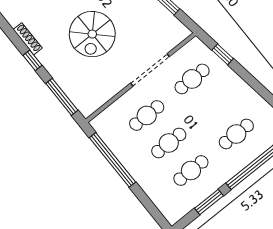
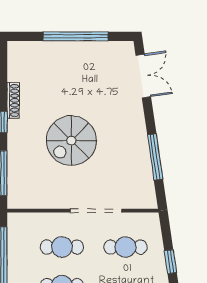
window: (223, 54) -> (170, 262), moved

